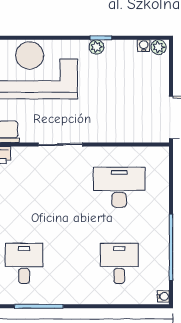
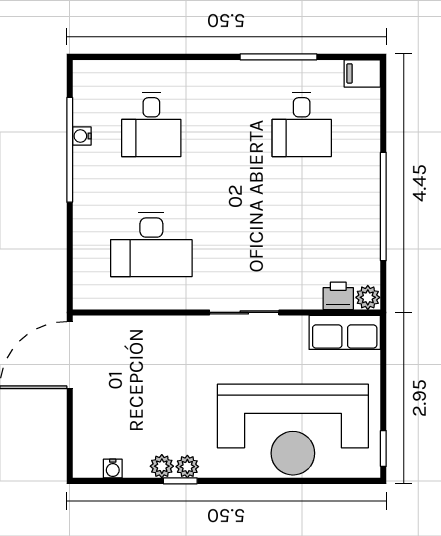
plant: (159, 47) -> (162, 466), moved
water cooler: (163, 296) -> (82, 136), moved

